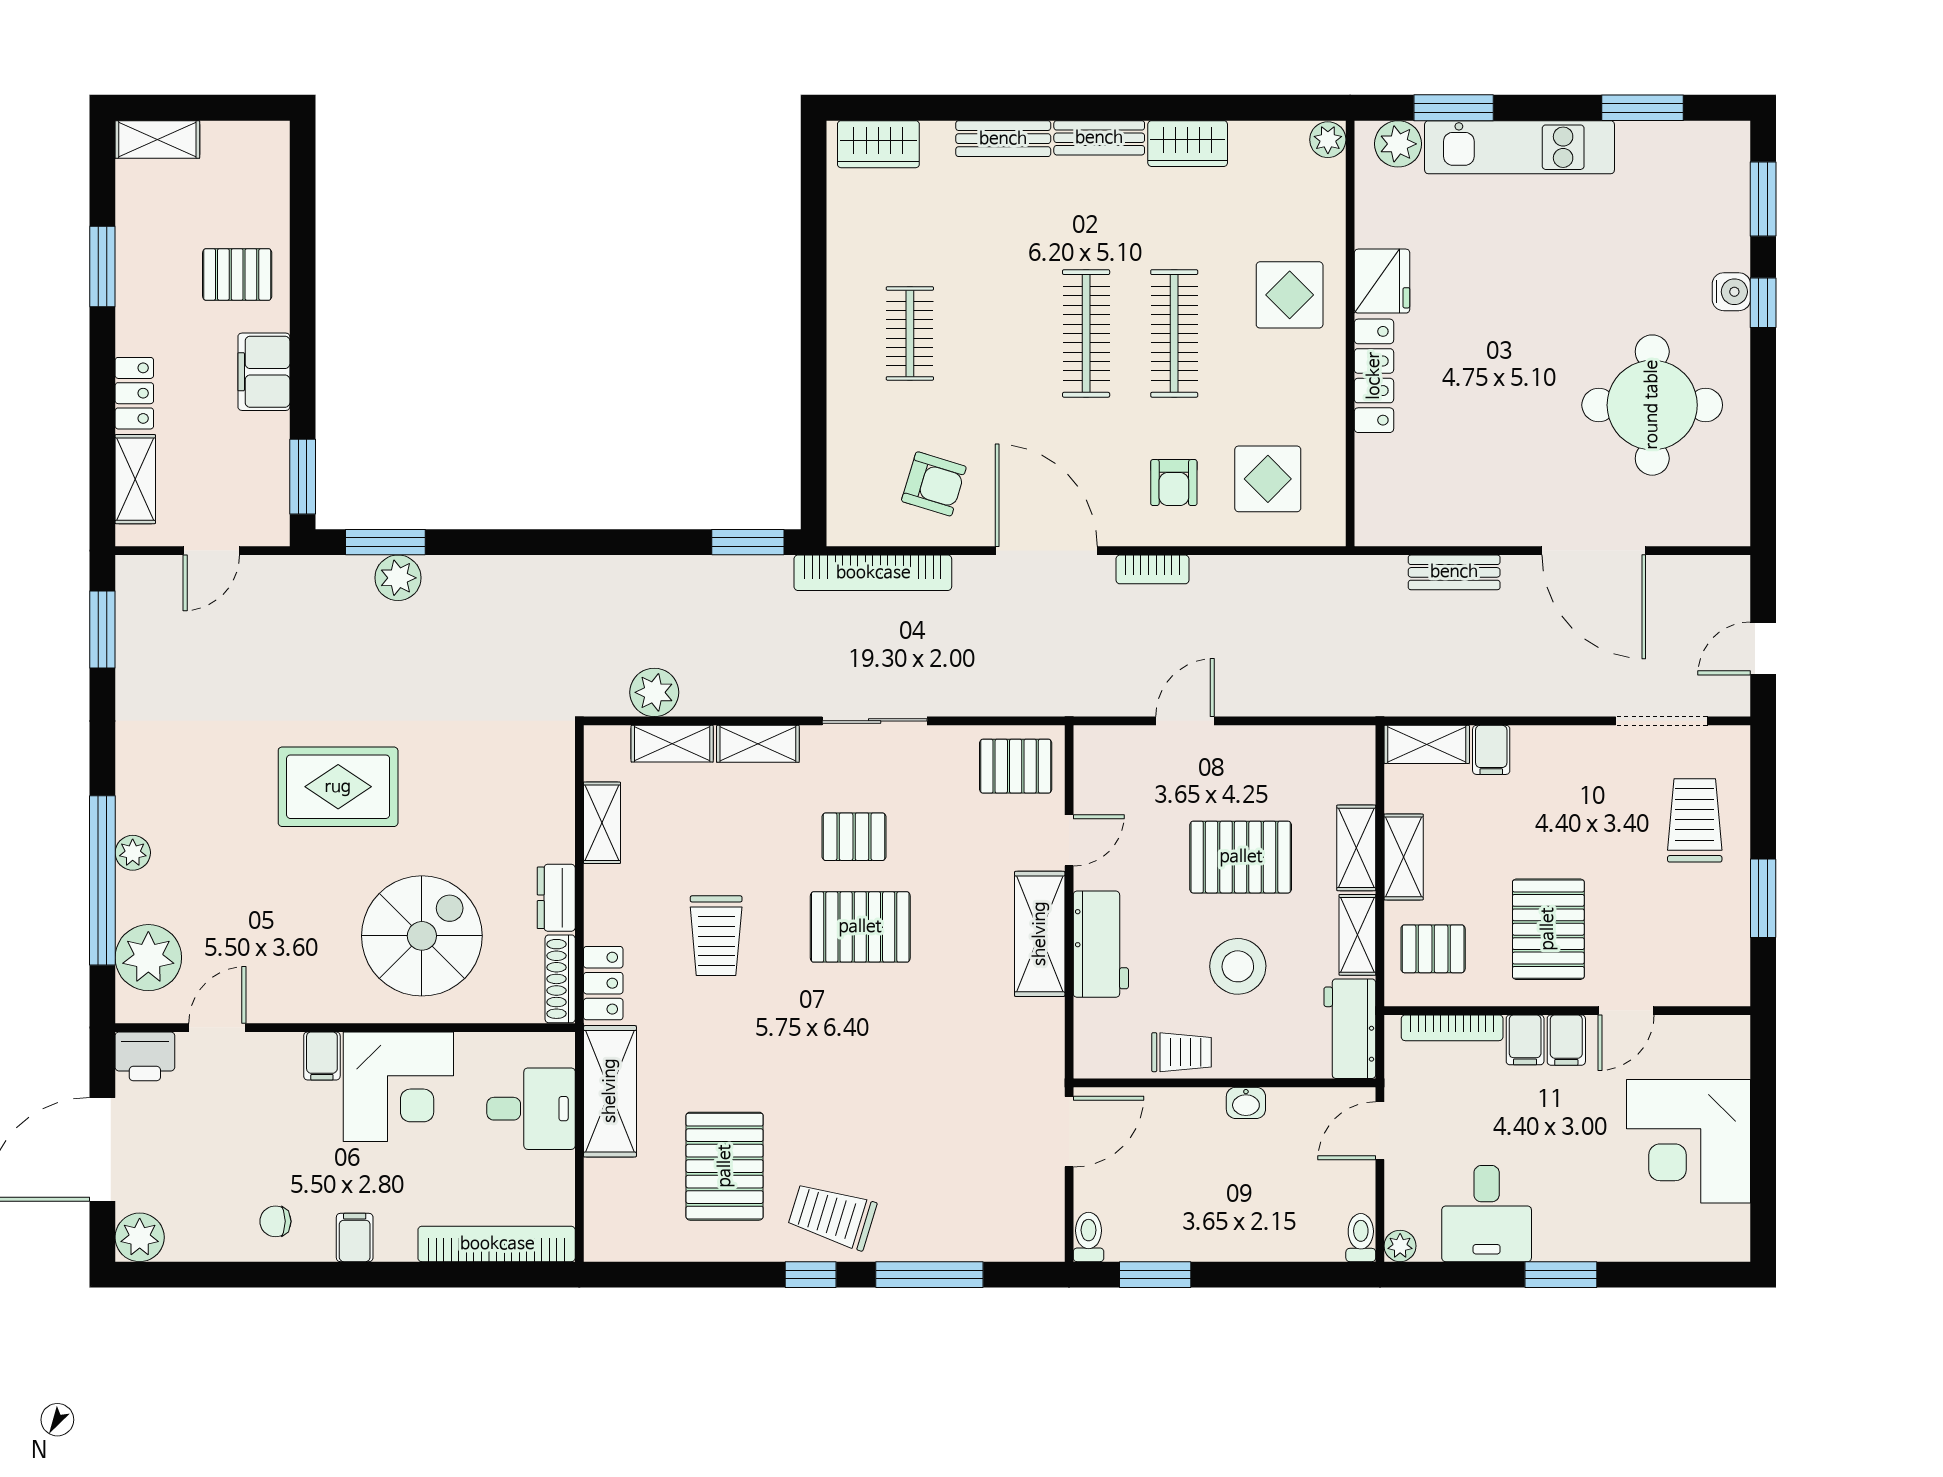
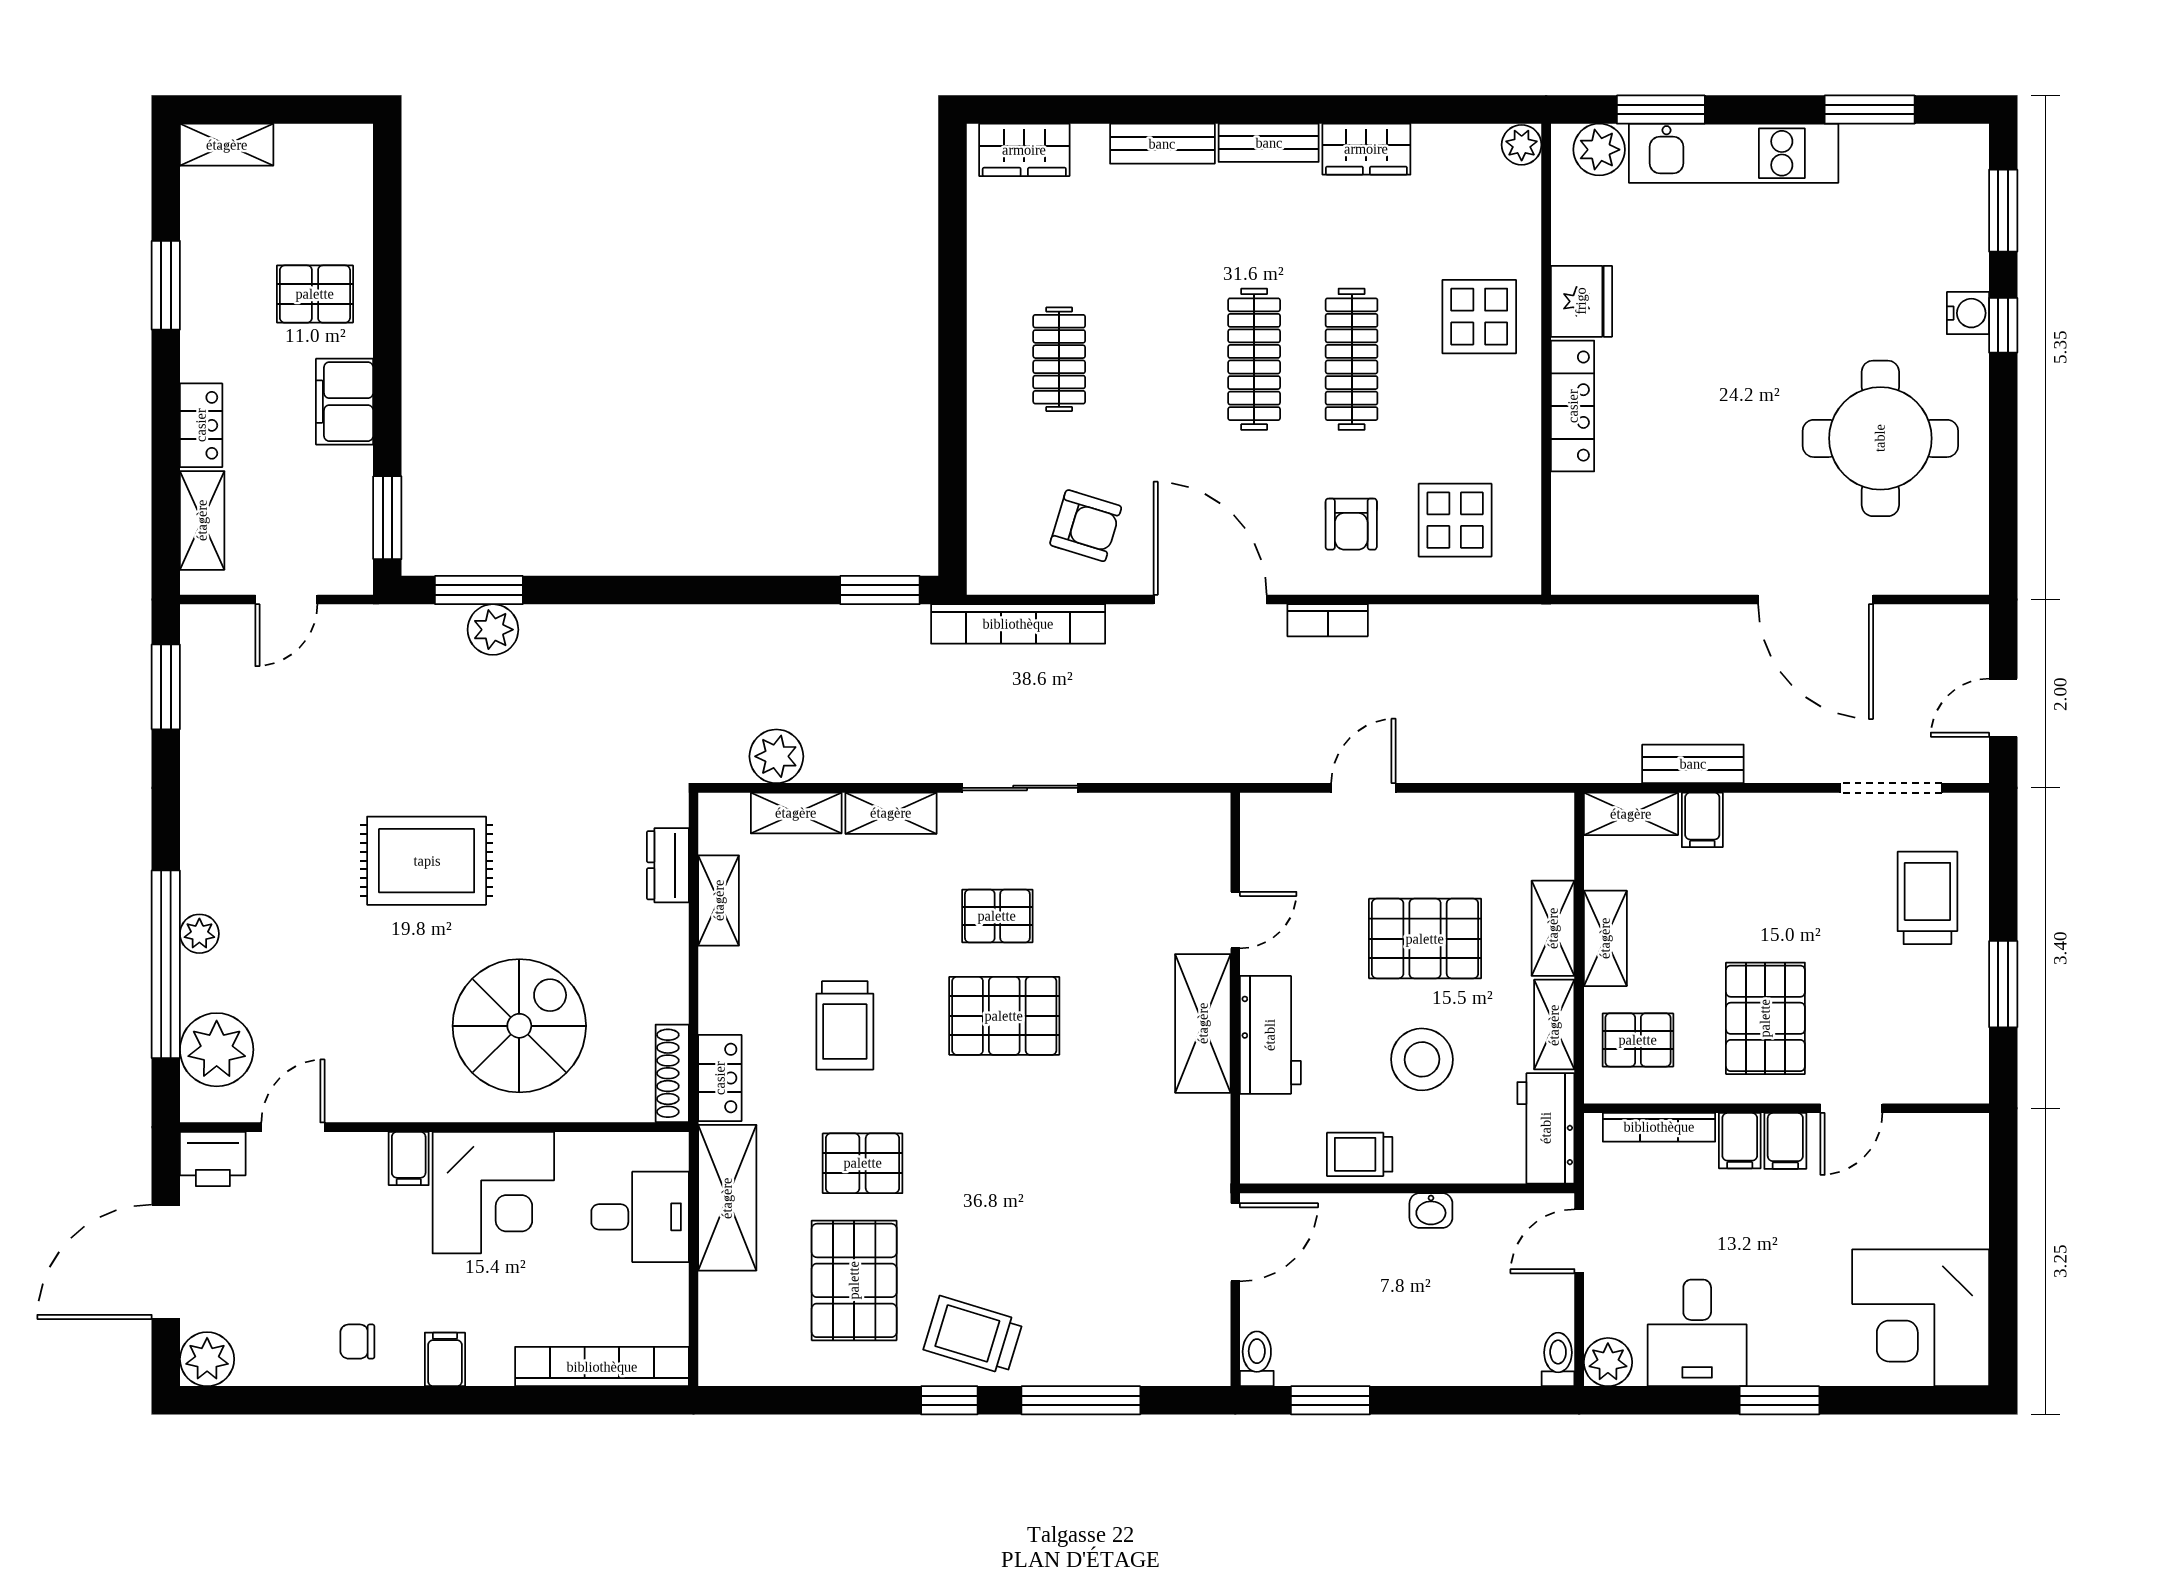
bench: (1454, 572) -> (1693, 764), moved
pallet: (1016, 766) -> (863, 1163), moved
dresser: (556, 898) -> (668, 865), moved
trolley: (1182, 1052) -> (1360, 1154), turned 180
corner desk: (1689, 1141) -> (1921, 1318), moved
plant: (1400, 1246) -> (1608, 1362), width x1.38, depth x1.38

